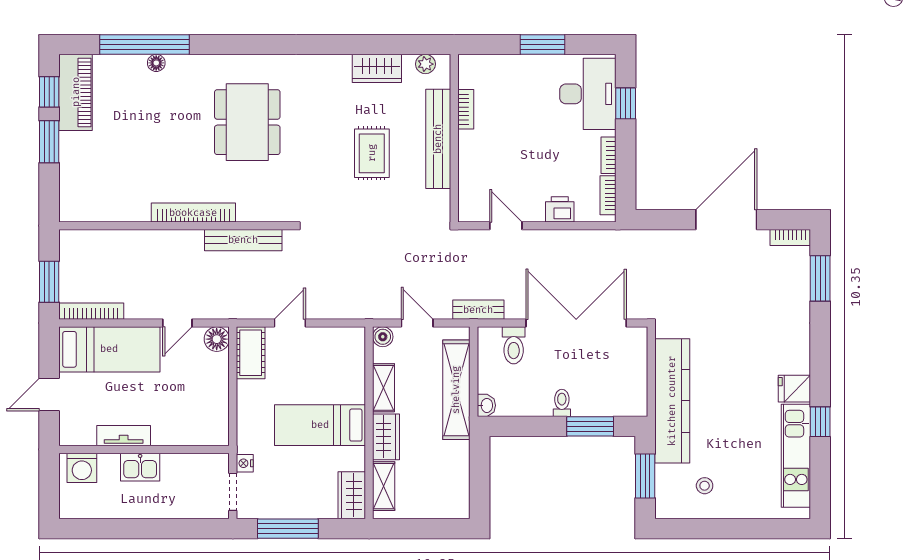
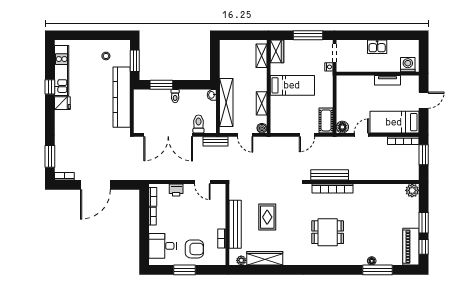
window: (144, 44) -> (377, 270), width x0.68
wardrobe: (377, 68) -> (265, 258), width x1.50
armchair: (522, 88) -> (194, 249), added
desk: (588, 94) -> (162, 246), width x0.73
window: (626, 103) -> (144, 241), removed
dining table: (247, 122) -> (328, 232), width x0.73
plant: (73, 208) -> (412, 190), added
bookcase: (193, 213) -> (332, 188), moved
wardrobe: (386, 437) -> (260, 80), removed
kitchen sink: (140, 467) -> (377, 47), moved, turned 180

